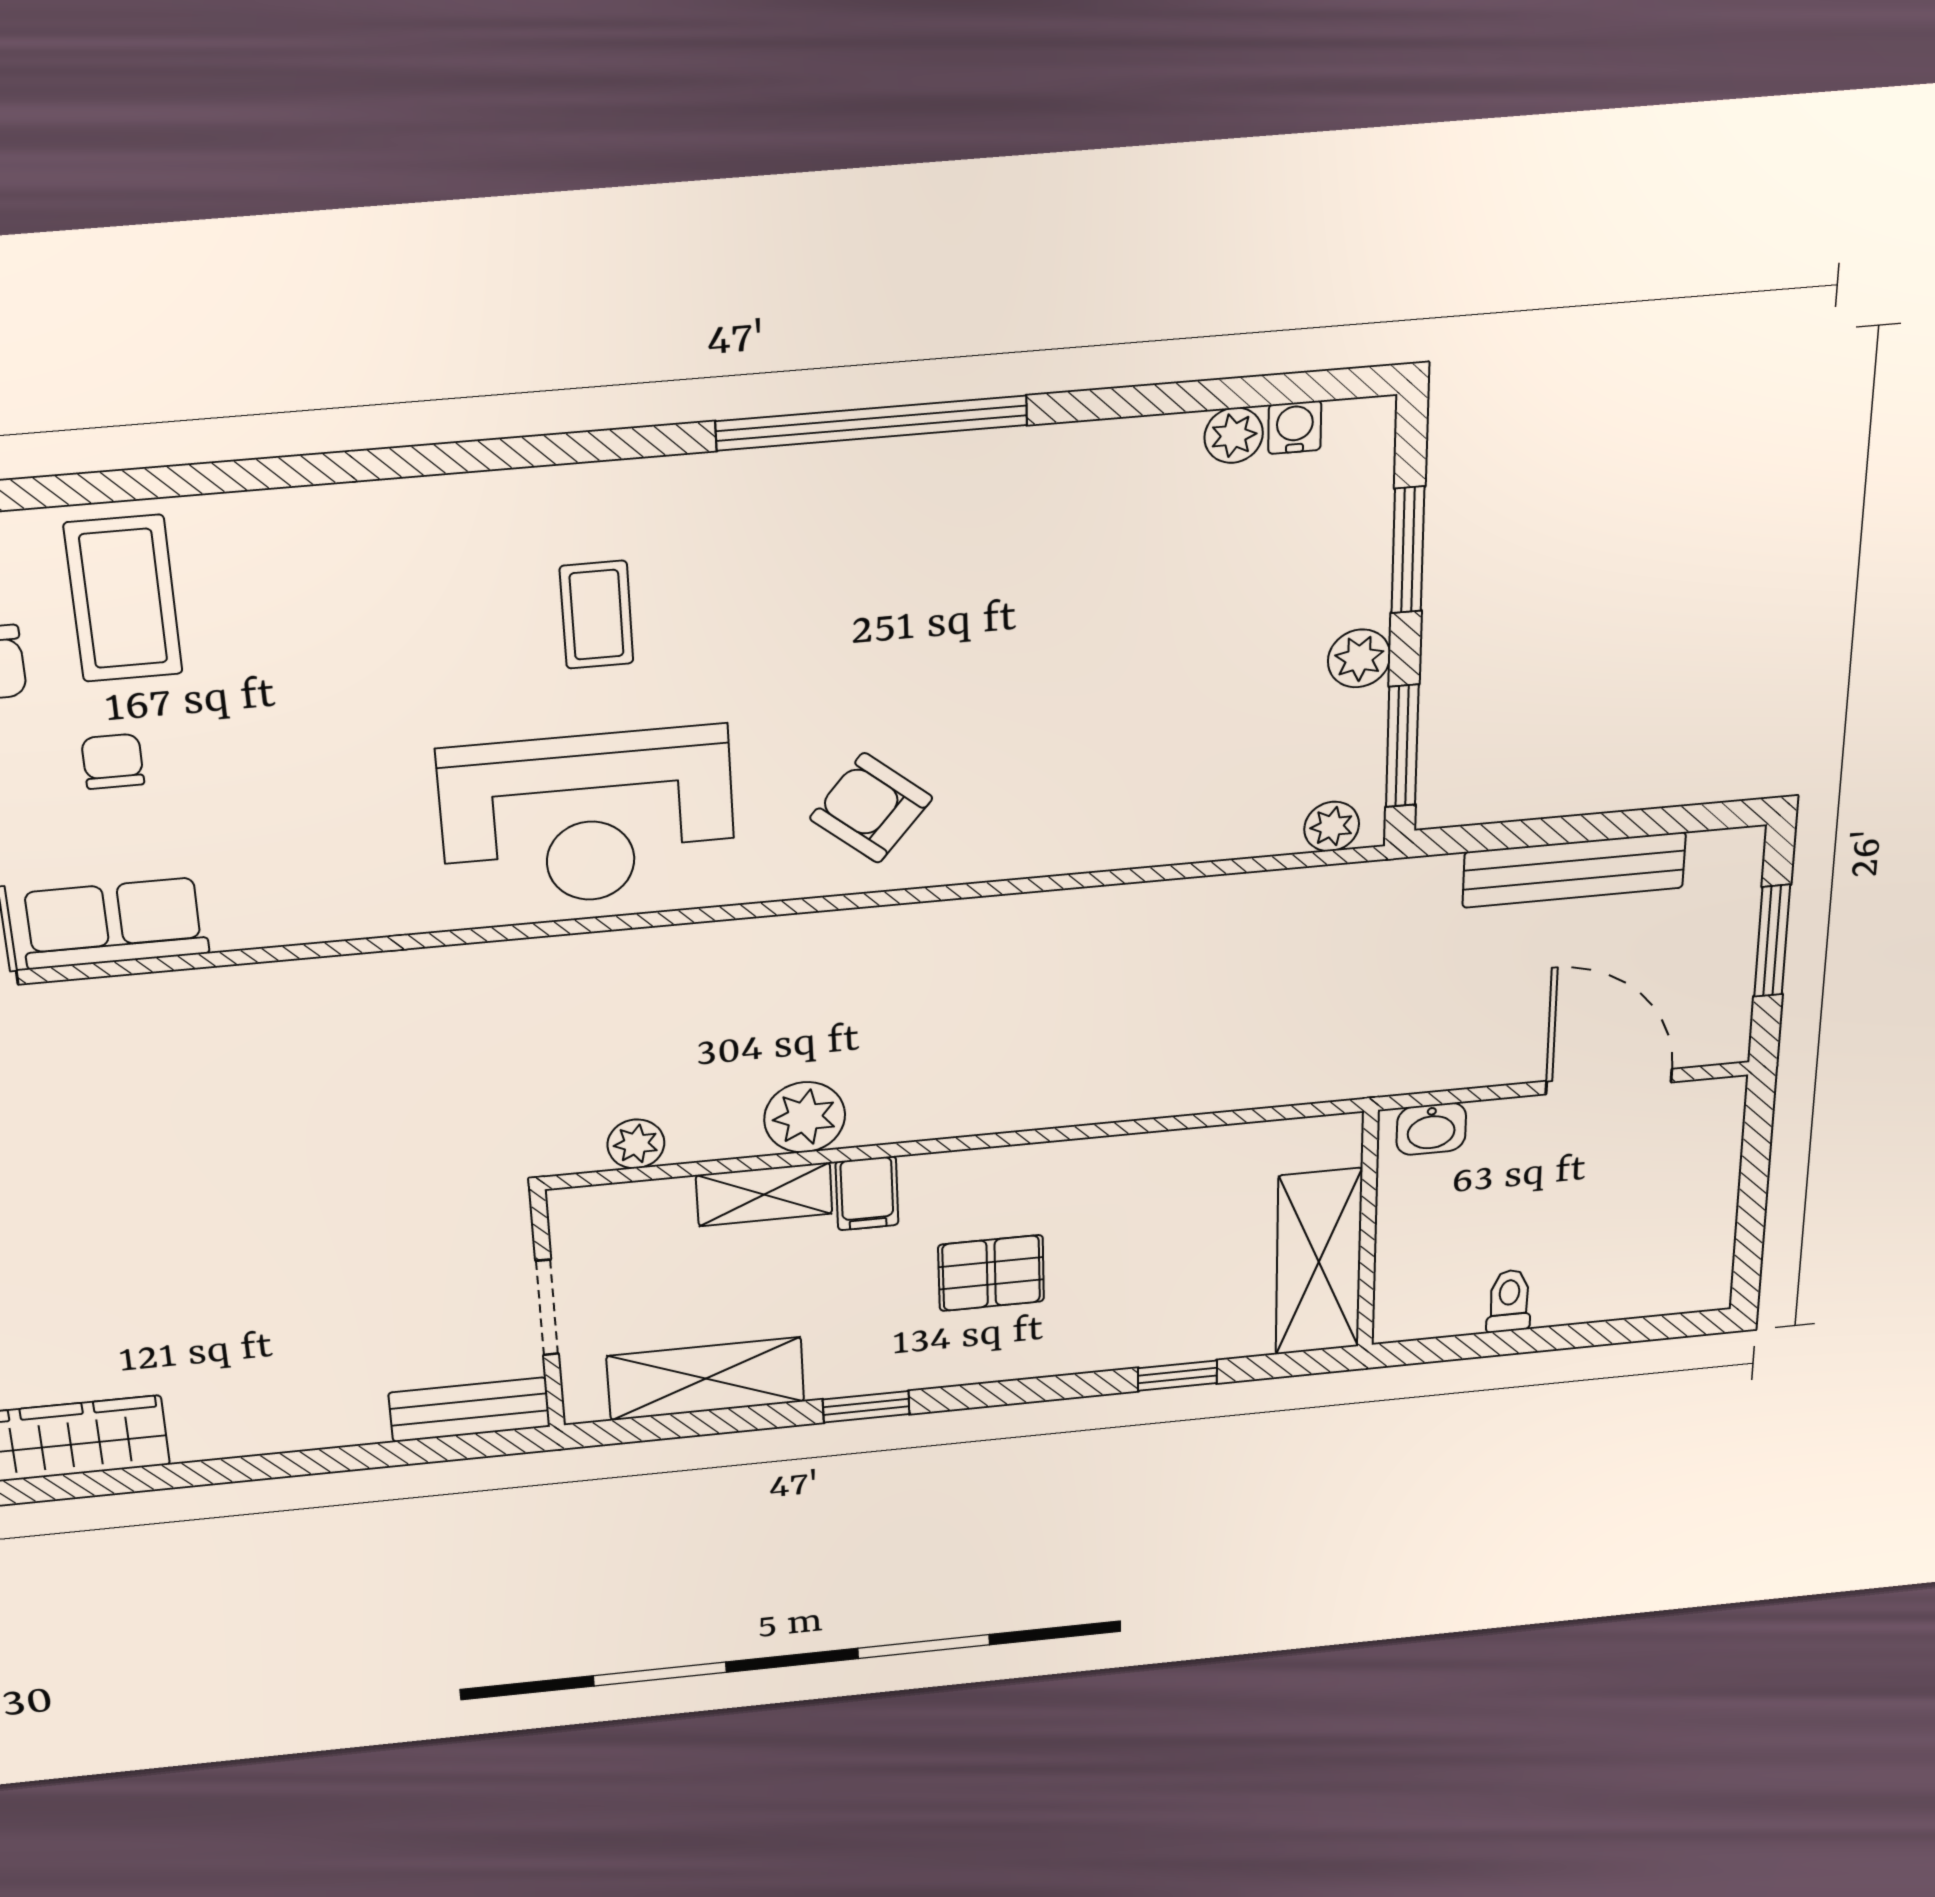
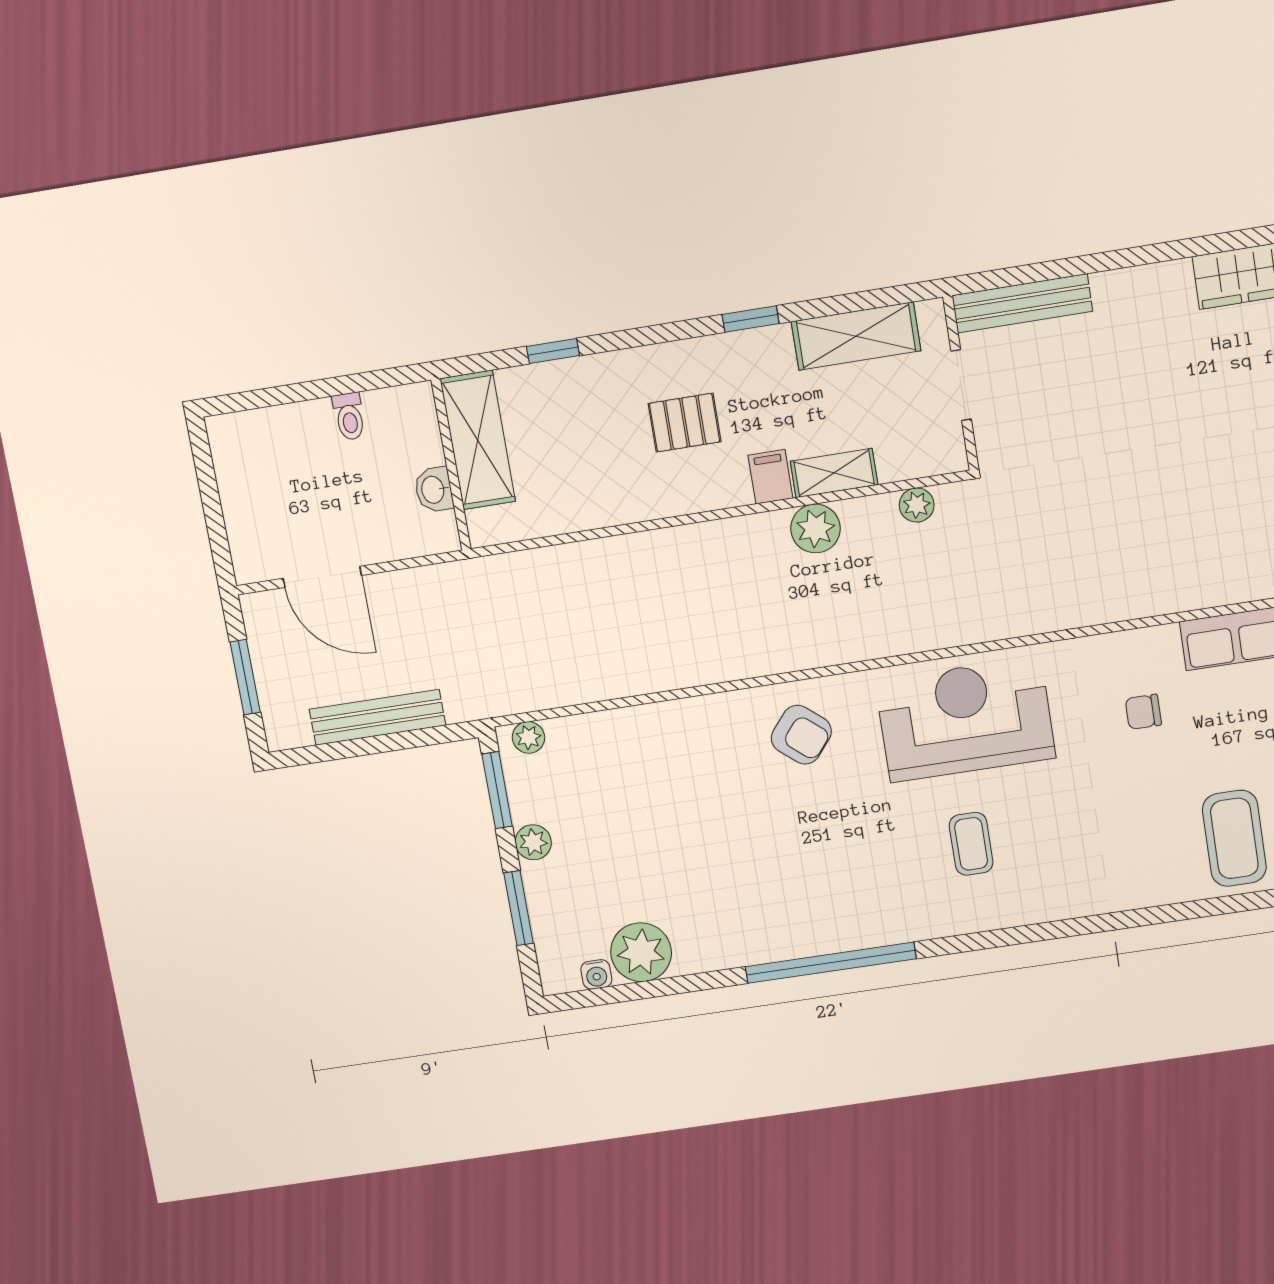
plant: (1234, 435) -> (641, 952), width x1.88, depth x1.88
chair: (113, 761) -> (1143, 712), moved, turned 90
washbasin: (1431, 1129) -> (434, 490), moved, turned -90
bench: (469, 1410) -> (1022, 303), width x1.36

